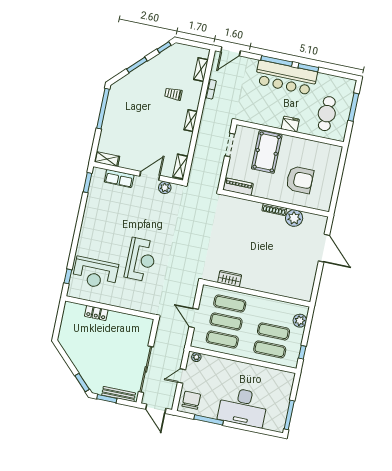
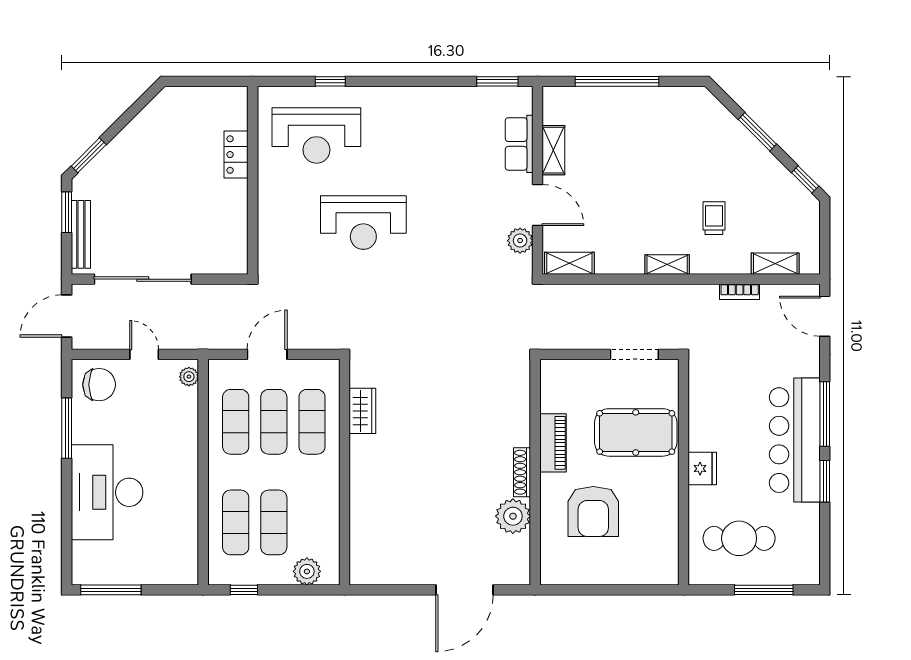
window: (103, 109) -> (617, 81), moved
shelving: (107, 159) -> (553, 150), moved
piano: (238, 187) -> (553, 443), moved
reception desk: (95, 273) -> (316, 135), turned -90
window: (68, 276) -> (330, 81), moved

